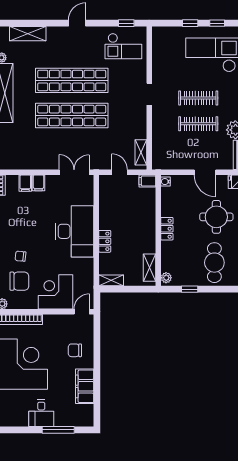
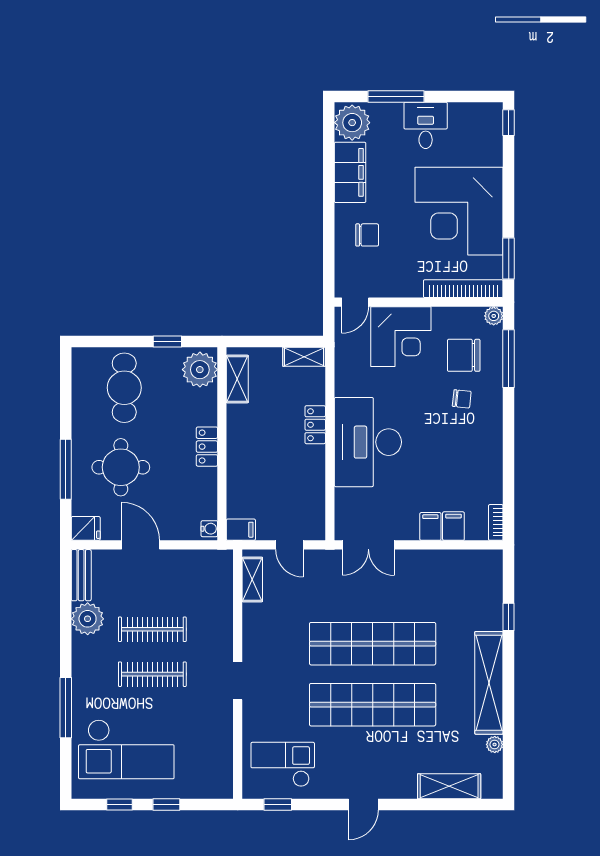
plant: (166, 278) -> (200, 370), width x1.87, depth x1.87
plant: (83, 415) -> (352, 123), added

